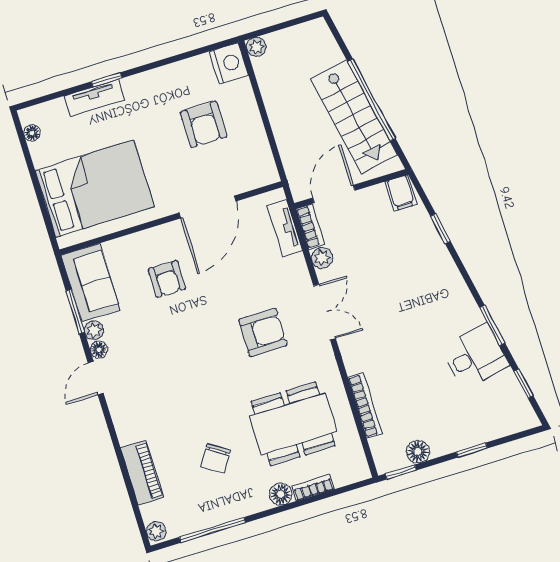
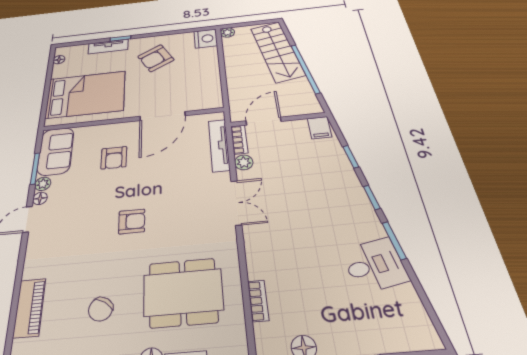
stairs: (354, 117) -> (277, 51), moved
armchair: (204, 124) -> (156, 58), moved, turned 61
tv unit: (285, 228) -> (219, 145), width x1.41
armchair: (263, 332) -> (132, 221), moved, width x0.72, depth x0.72
window: (523, 384) -> (372, 197), moved
bookcase: (365, 405) -> (258, 301), width x0.64

